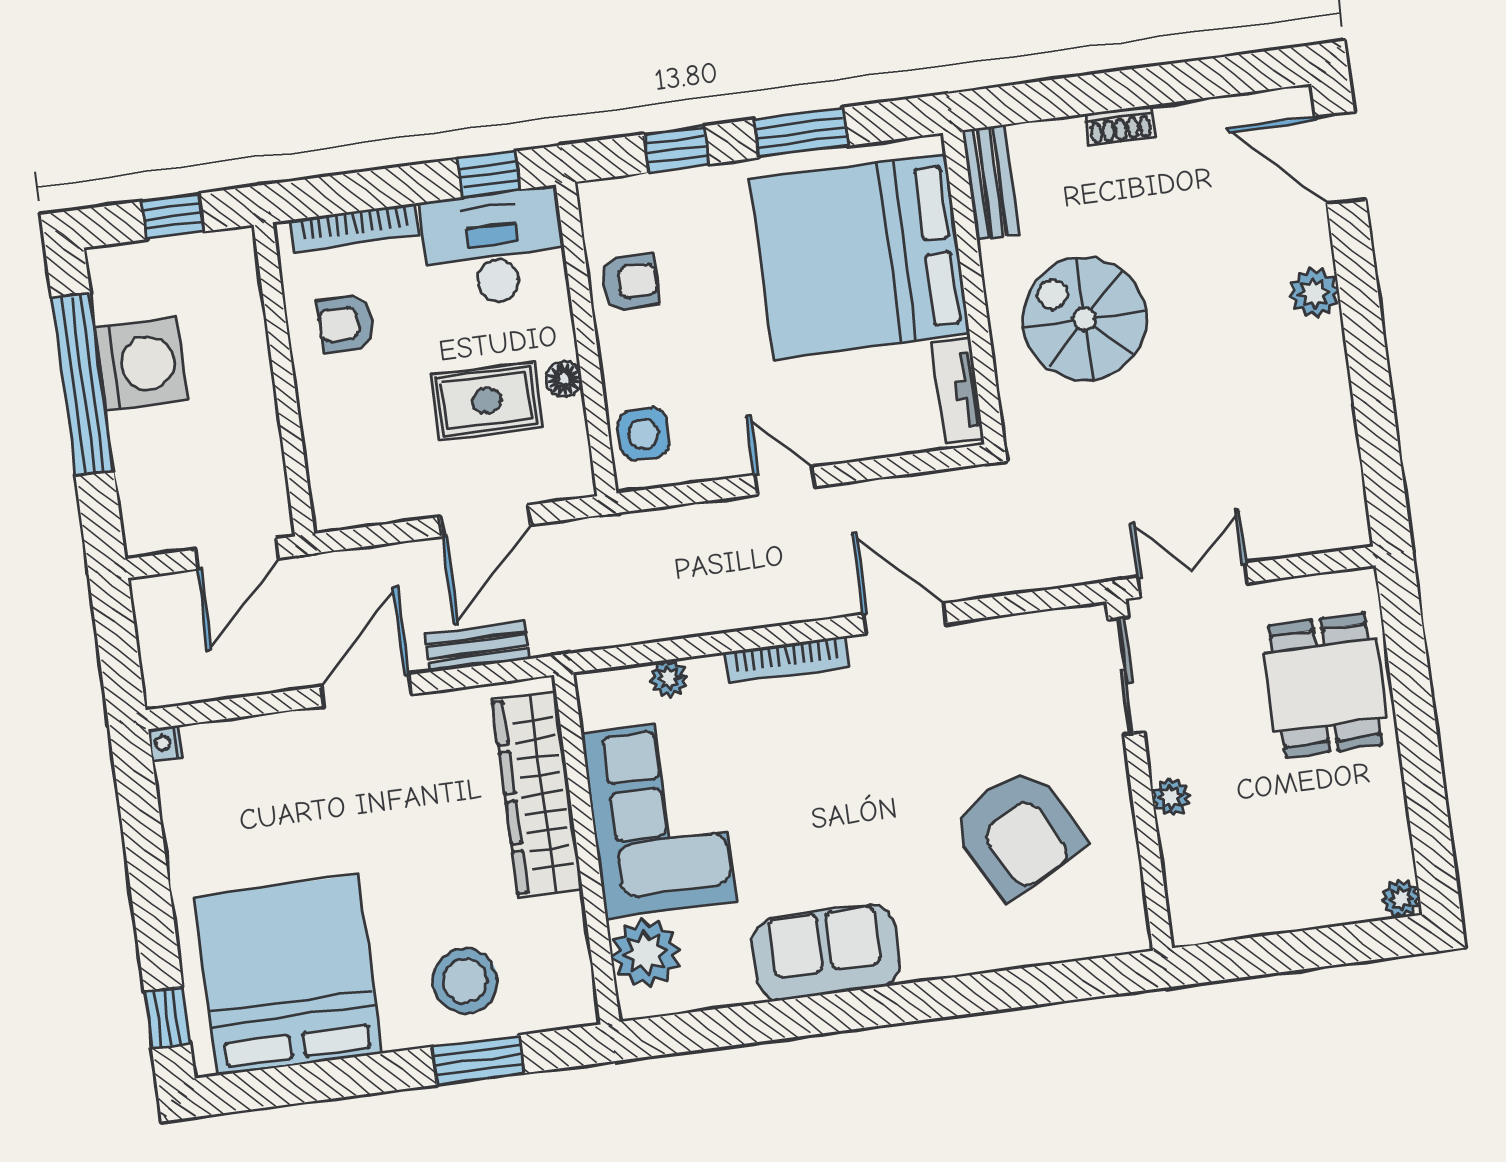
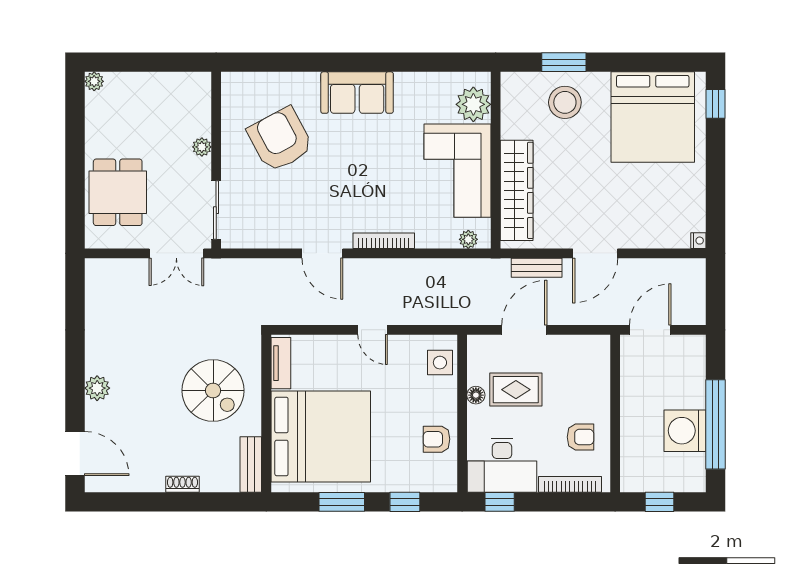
plant: (669, 678) -> (468, 239), moved
sofa: (826, 952) -> (357, 93), moved

